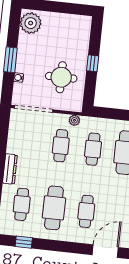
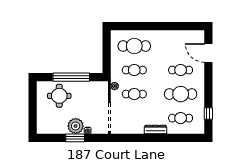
plant: (31, 23) -> (76, 126), moved
window: (93, 63) -> (71, 77), width x3.17
round table: (61, 77) -> (59, 96), moved

